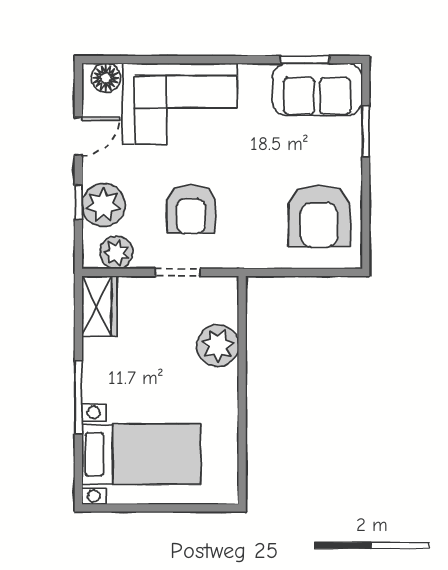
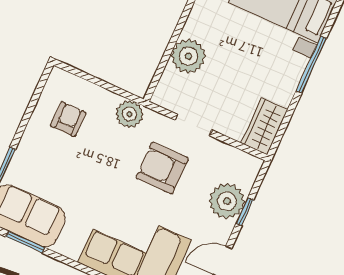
armchair: (191, 209) -> (162, 168), turned -90
armchair: (319, 216) -> (68, 119), width x0.53, depth x0.53
plant: (116, 252) -> (129, 114), moved

